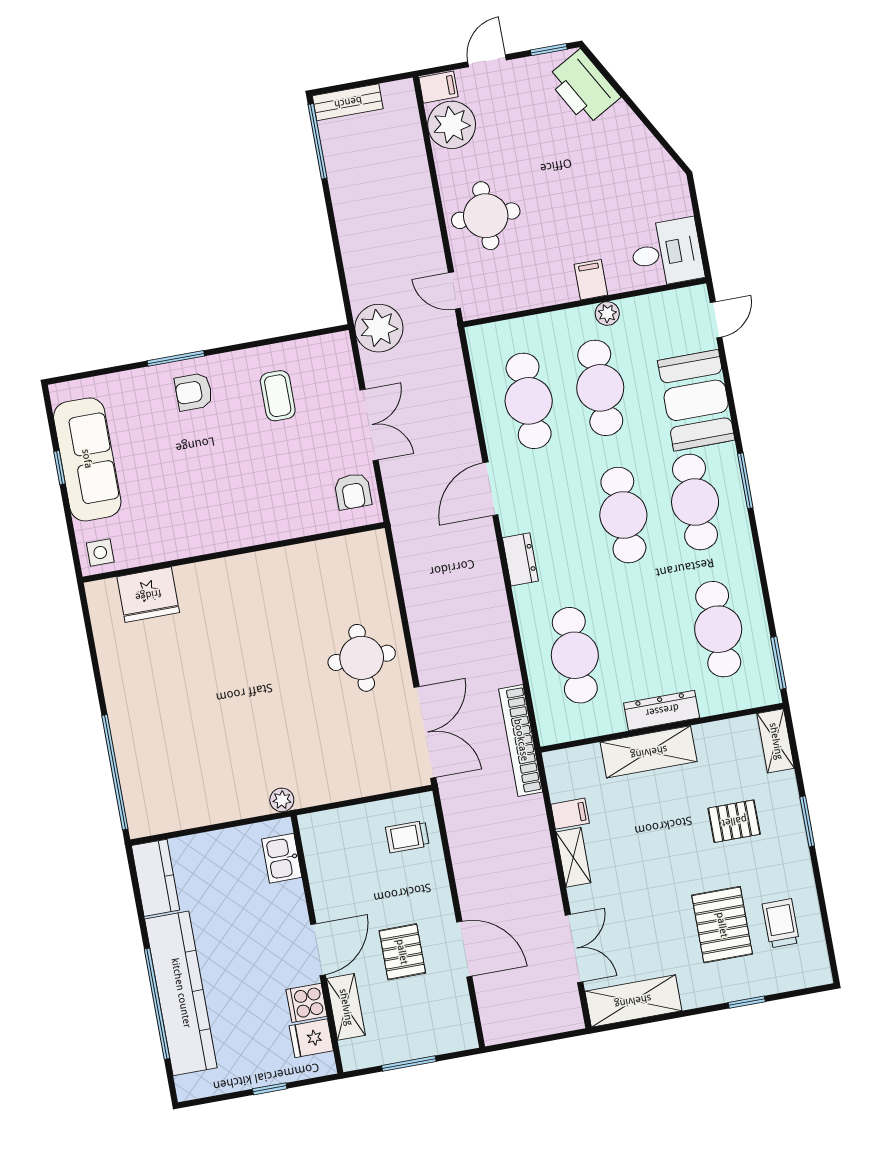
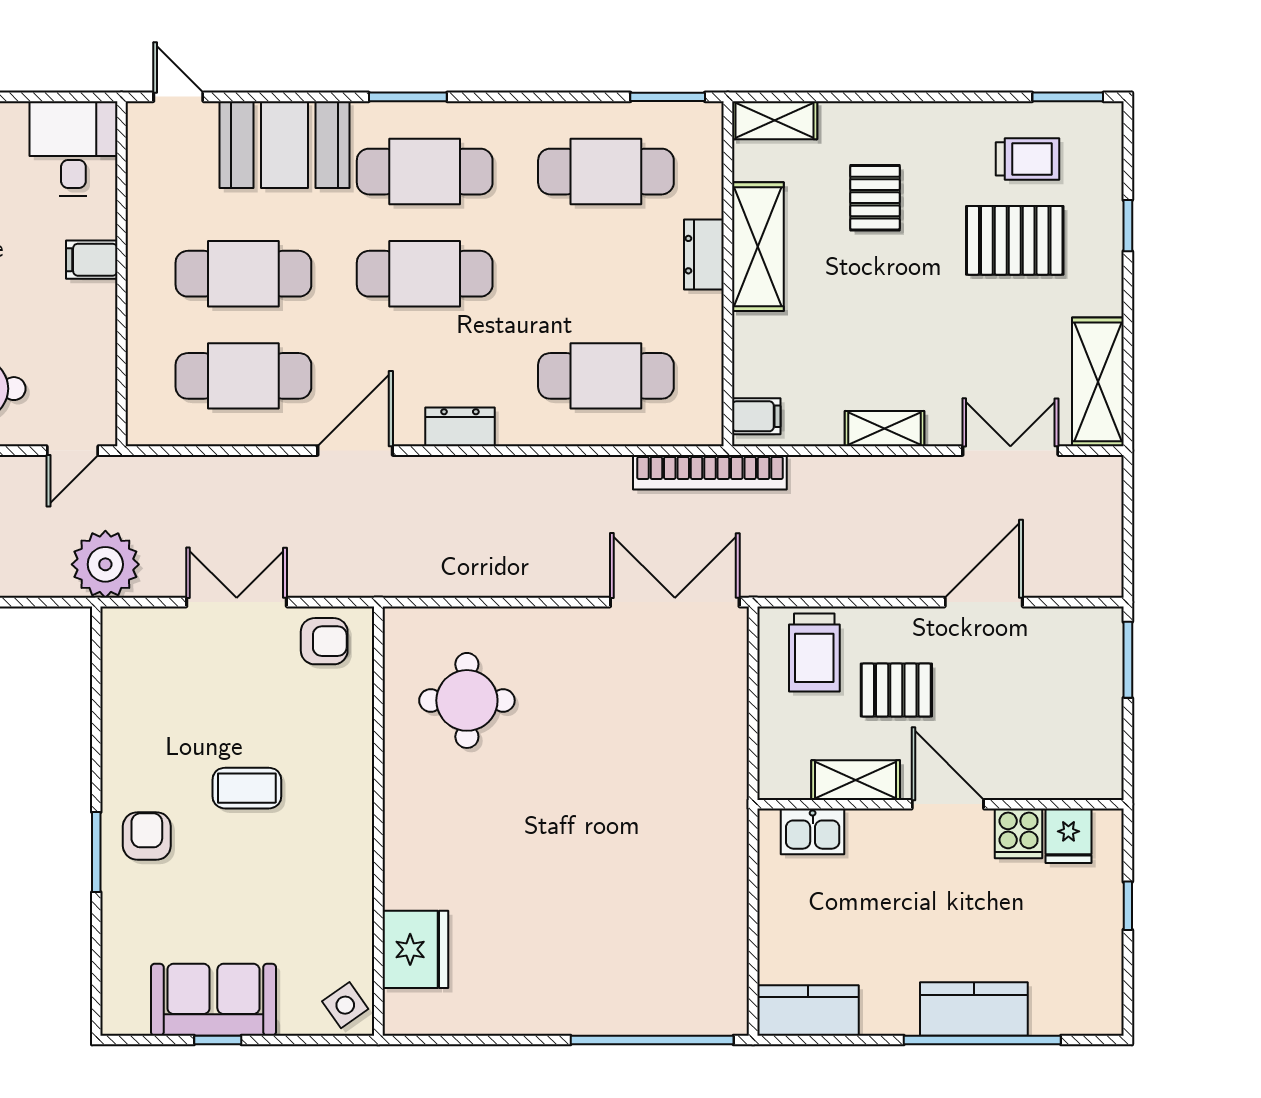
plant: (607, 313) -> (142, 245), removed
armchair: (194, 392) -> (147, 836), turned 180
coffee table: (278, 396) -> (247, 788), moved
sofa: (87, 459) -> (213, 1000), width x0.73
door: (490, 489) -> (355, 451), swing flipped
side table: (100, 553) -> (345, 1005), turned -35
round table: (362, 658) -> (467, 700), moved
dresser: (662, 710) -> (704, 255), width x0.70
shelving: (649, 752) -> (758, 247), moved
plant: (282, 800) -> (732, 817), removed
filing cabinet: (570, 814) -> (756, 416), moved, turned 90
window: (807, 821) -> (1068, 97), moved
trolley: (407, 837) -> (814, 652), width x1.36, depth x1.39
trolley: (781, 923) -> (1028, 159), turned 180
pallet: (402, 952) -> (896, 690), moved
kitchen counter: (181, 993) -> (974, 1009), width x0.48, depth x0.86
shelving: (346, 1007) -> (856, 780), moved
window: (409, 1063) -> (1128, 660), moved

